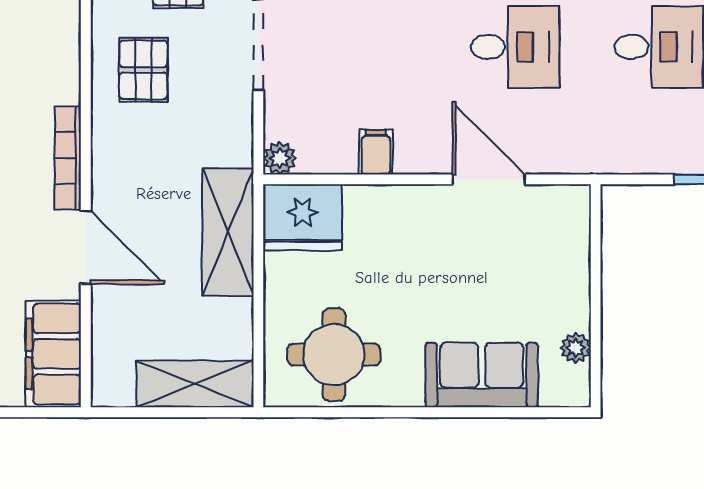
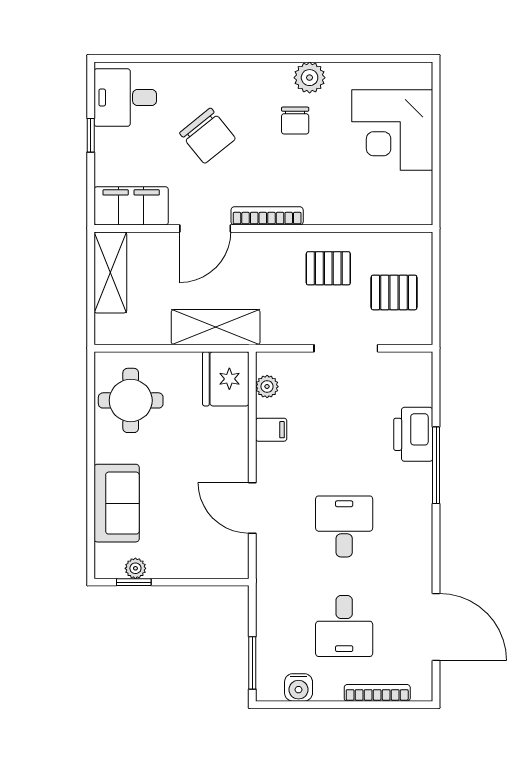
desk: (515, 47) -> (344, 526), turned 180
plant: (280, 158) -> (267, 387), moved
door: (489, 179) -> (252, 508), swing flipped
window: (596, 350) -> (134, 582), added
shelving: (195, 384) -> (110, 272), moved

